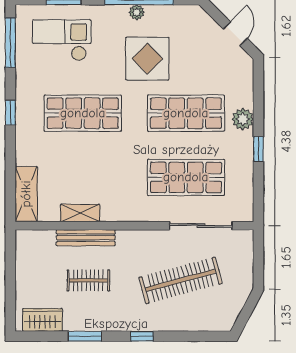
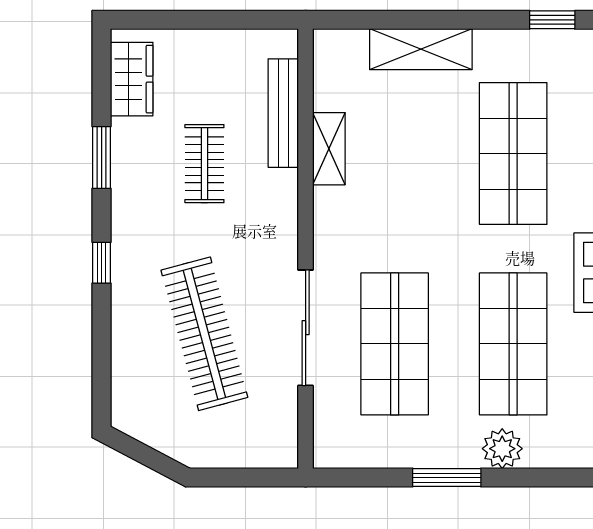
window: (10, 113) -> (552, 20), moved
window: (258, 149) -> (447, 478), width x1.50
shelving: (26, 194) -> (421, 49), moved
sliding door: (201, 226) -> (306, 328), moved
bench: (86, 238) -> (283, 113), moved

